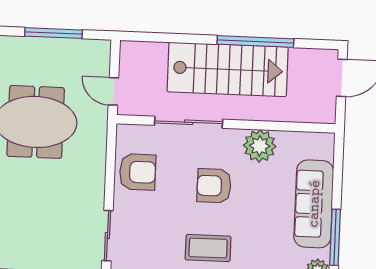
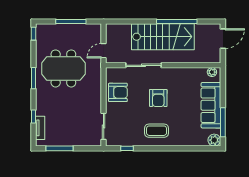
door: (113, 91) -> (104, 51), hinge flipped
plant: (260, 146) -> (212, 72), moved, width x0.53, depth x0.53
armchair: (214, 186) -> (158, 98), turned -90

